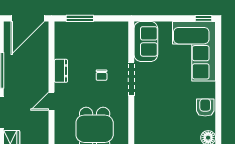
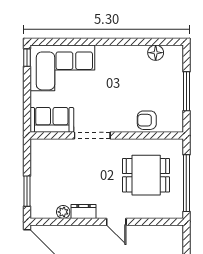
plant: (61, 52) -> (63, 212), added
chair: (102, 75) -> (88, 168), removed
armchair: (205, 107) -> (147, 120), moved

